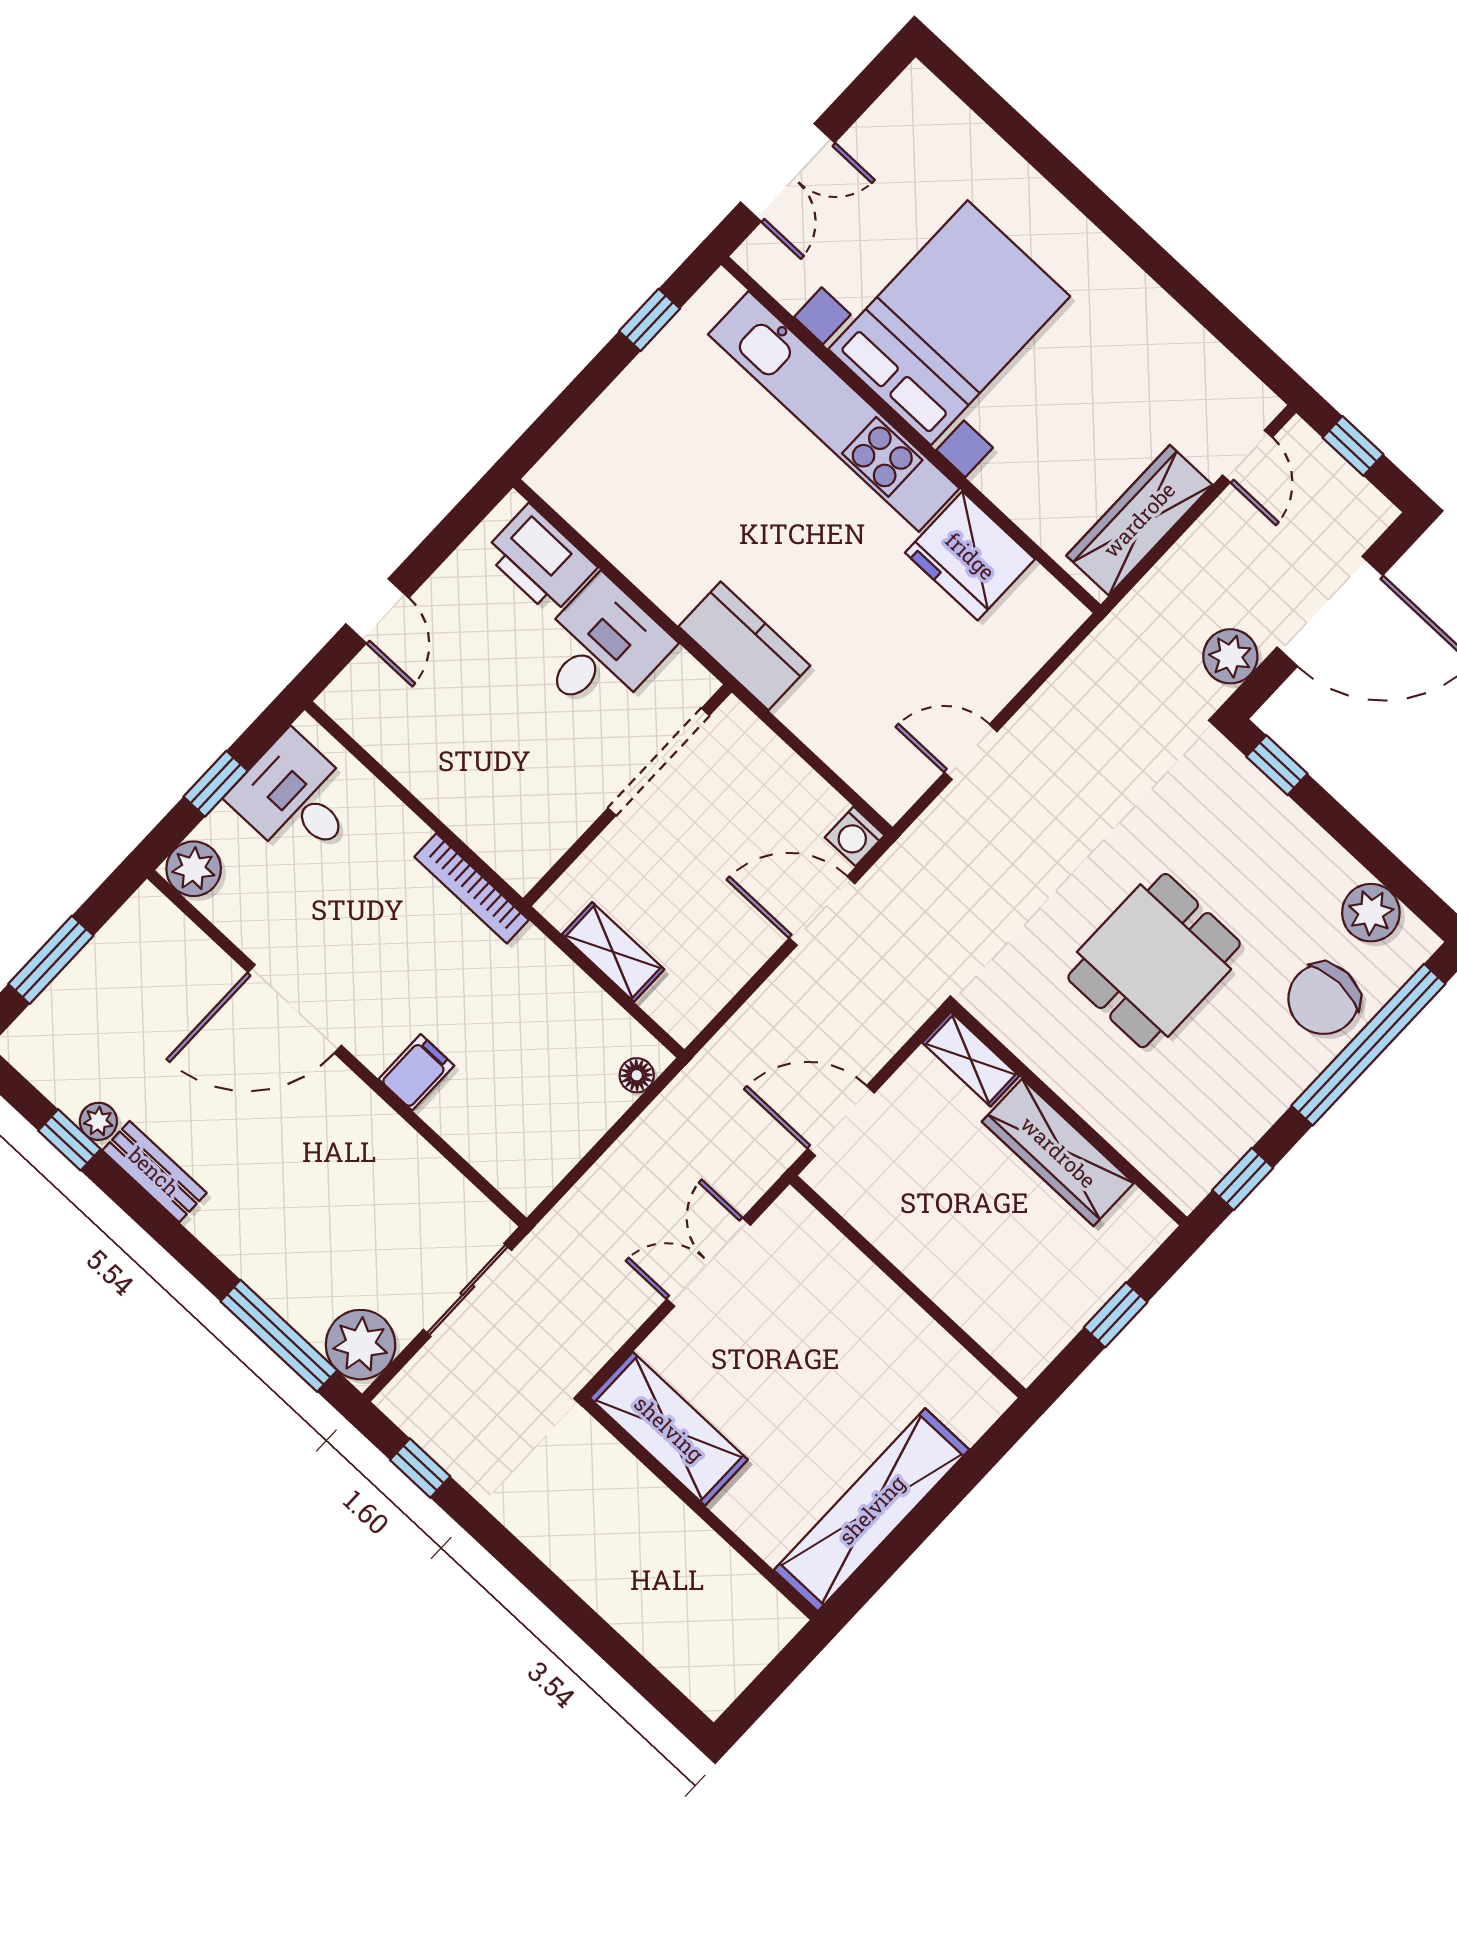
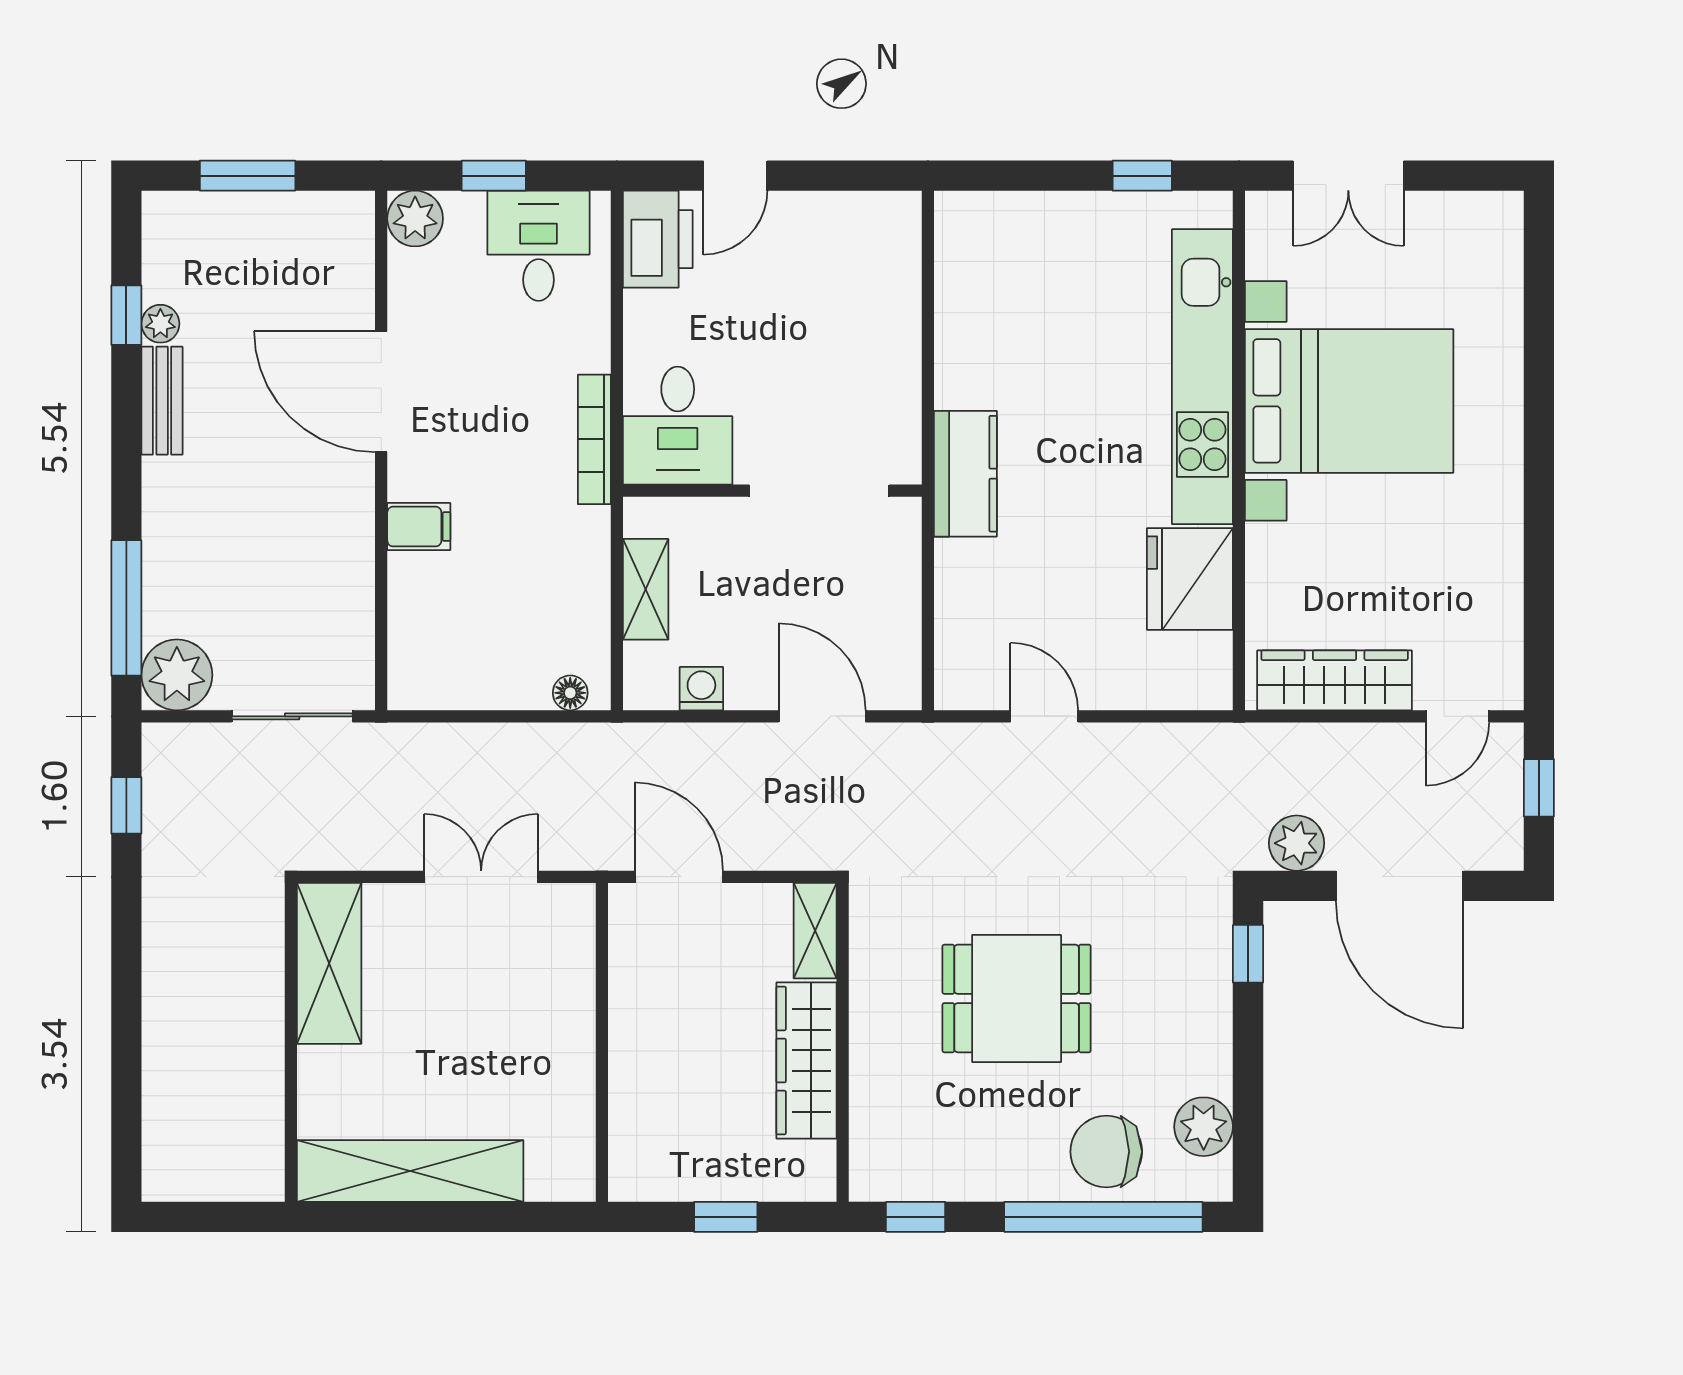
printer: (540, 560) -> (658, 239), moved, turned 180
desk: (601, 649) -> (678, 426), moved, turned 90
washing machine: (855, 836) -> (701, 689), moved, turned 90

